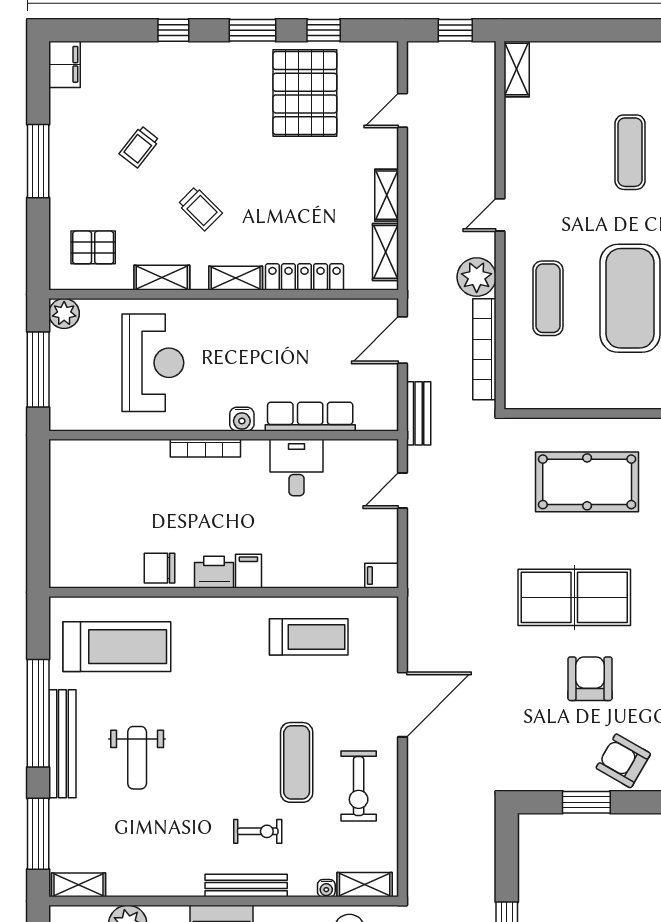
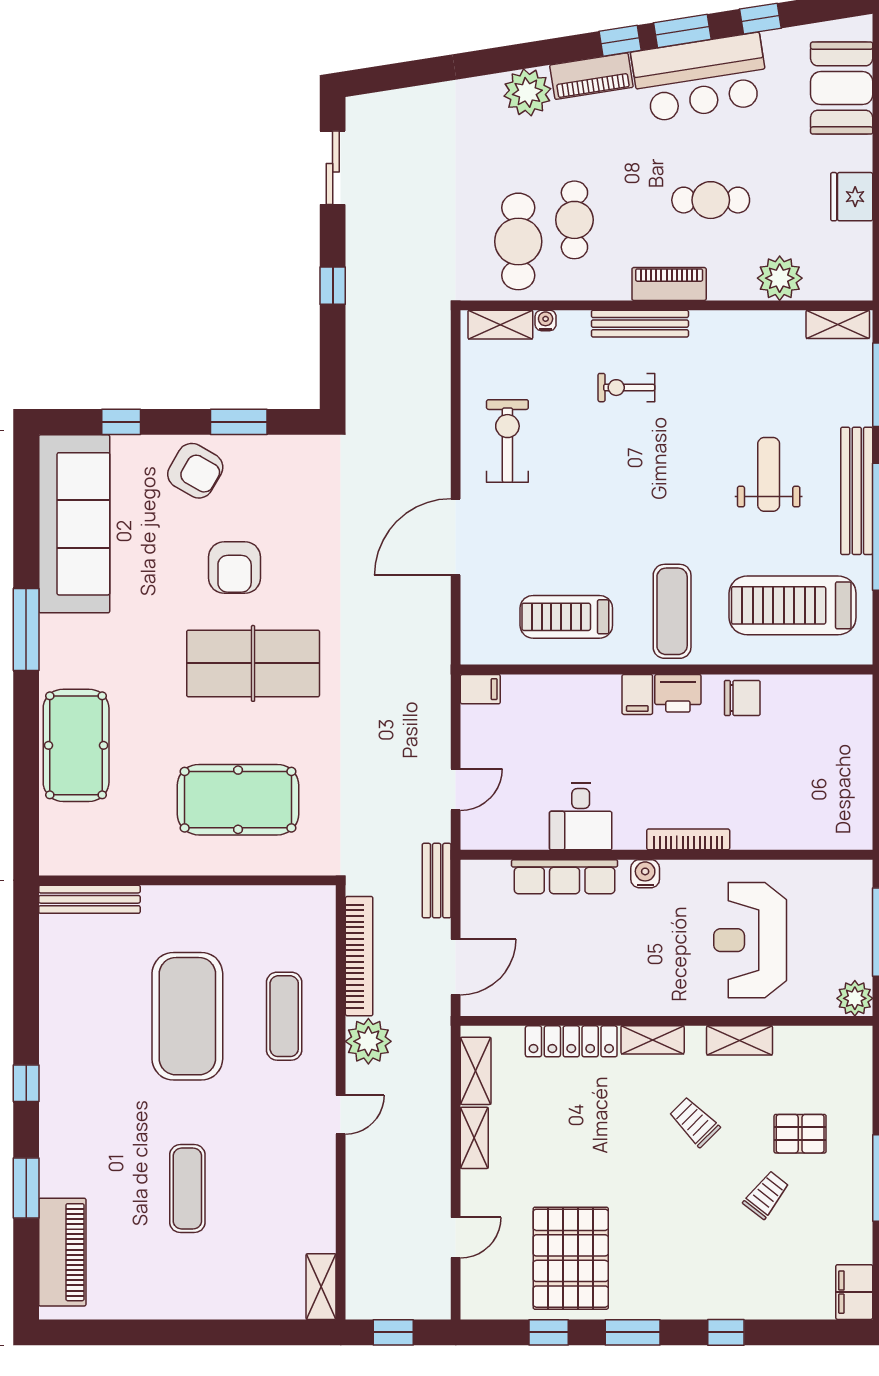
pallet: (93, 247) -> (800, 1134), moved
exercise mat: (297, 762) -> (672, 611), moved

